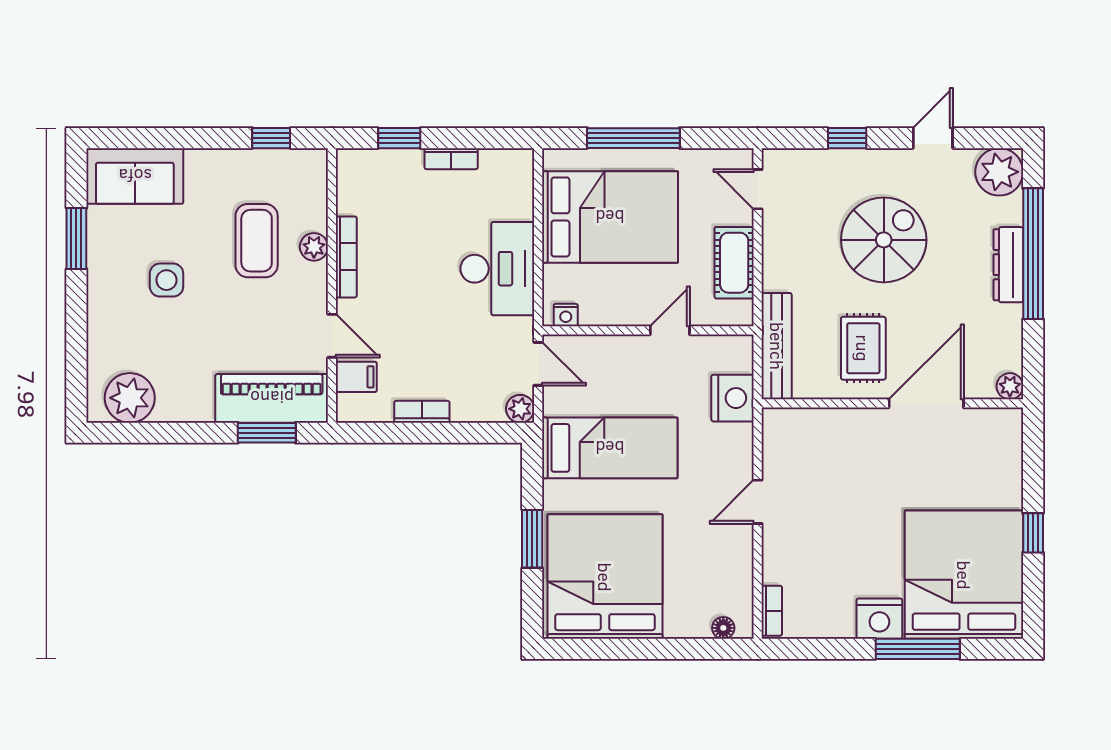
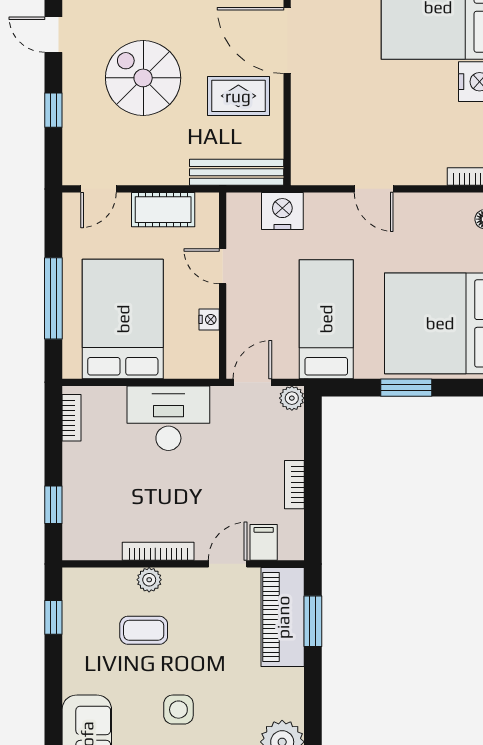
bookcase: (451, 159) -> (72, 418), moved
coffee table: (257, 241) -> (144, 630), width x0.73, depth x0.77
nightstand: (566, 315) -> (209, 319), moved

